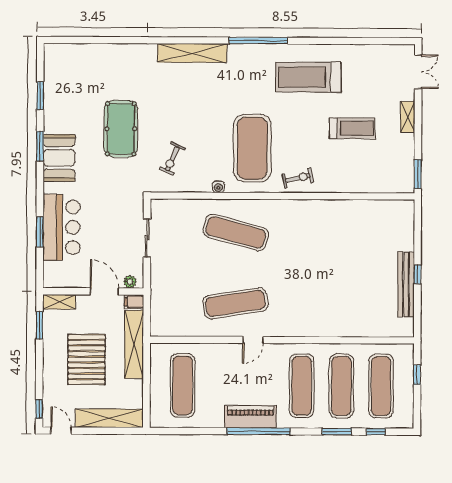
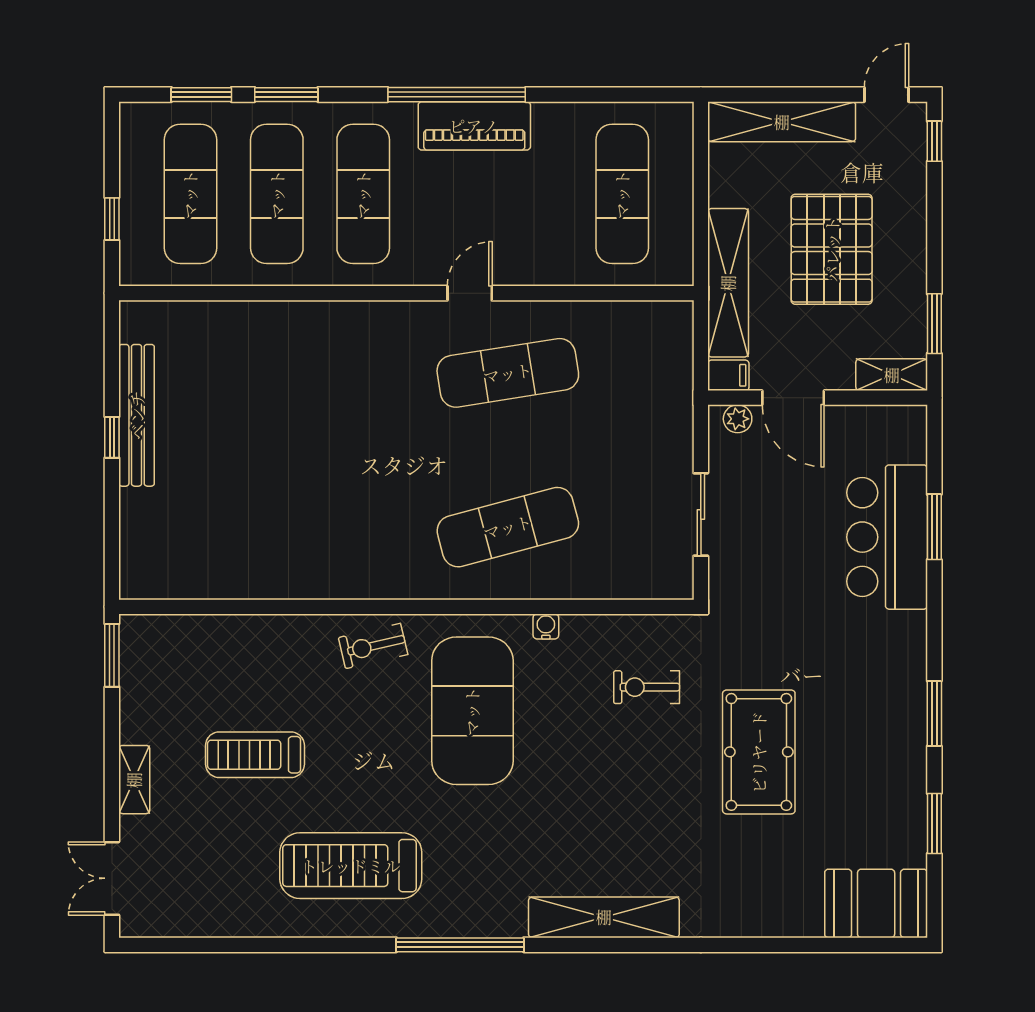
treadmill: (308, 77) -> (351, 866), turned 180
booth: (59, 158) -> (876, 903), moved, turned 90
exercise bike: (172, 159) -> (647, 687), turned -114
exercise mat: (236, 232) -> (508, 527), turned -30
door: (61, 431) -> (886, 95), swing flipped
window: (376, 432) -> (201, 95), width x1.50

